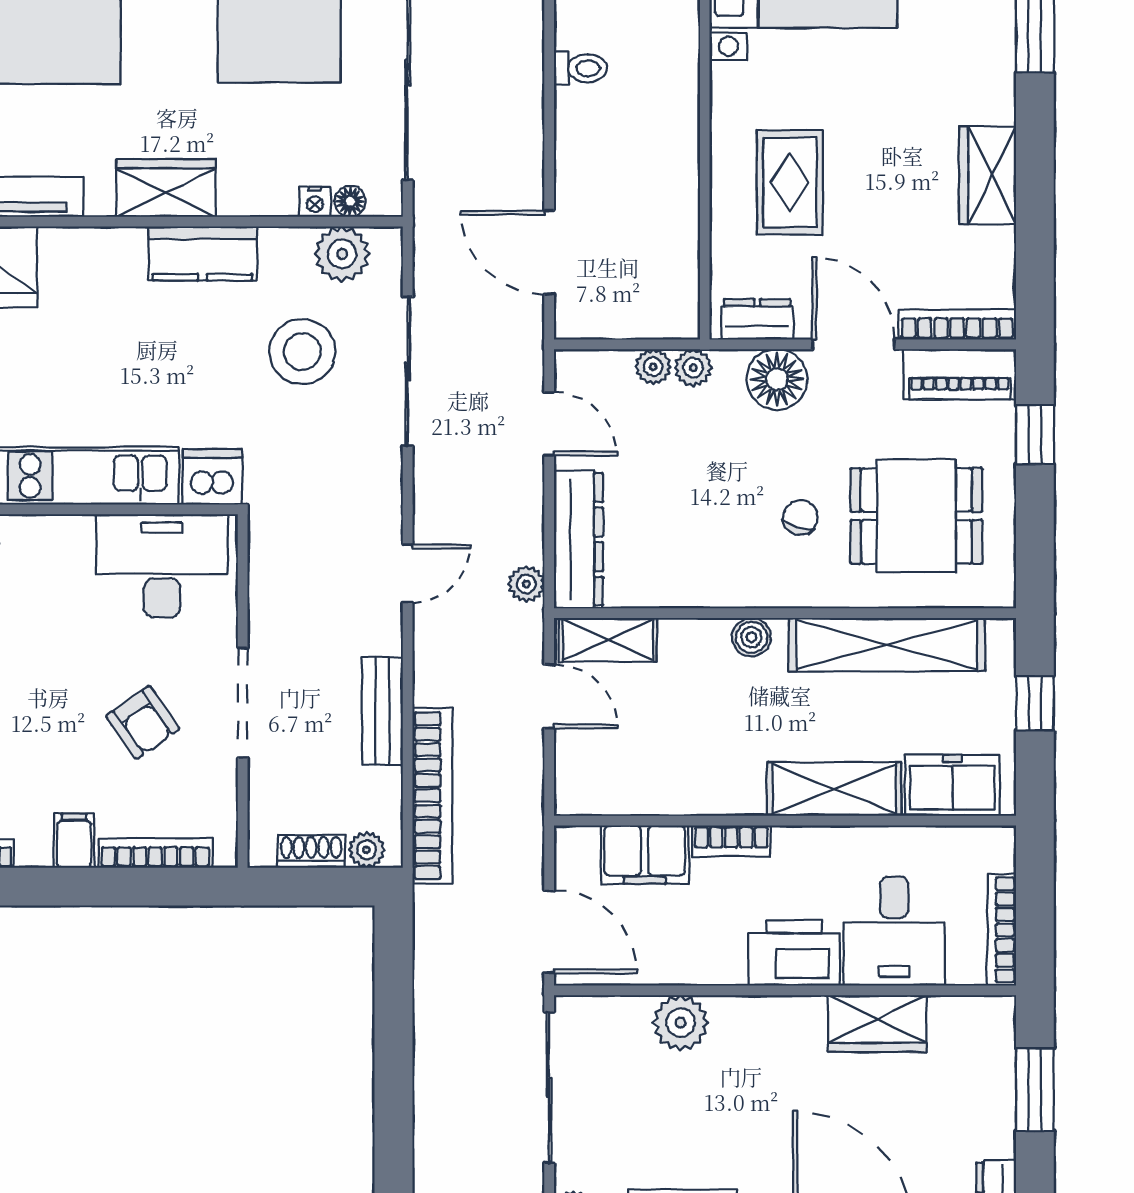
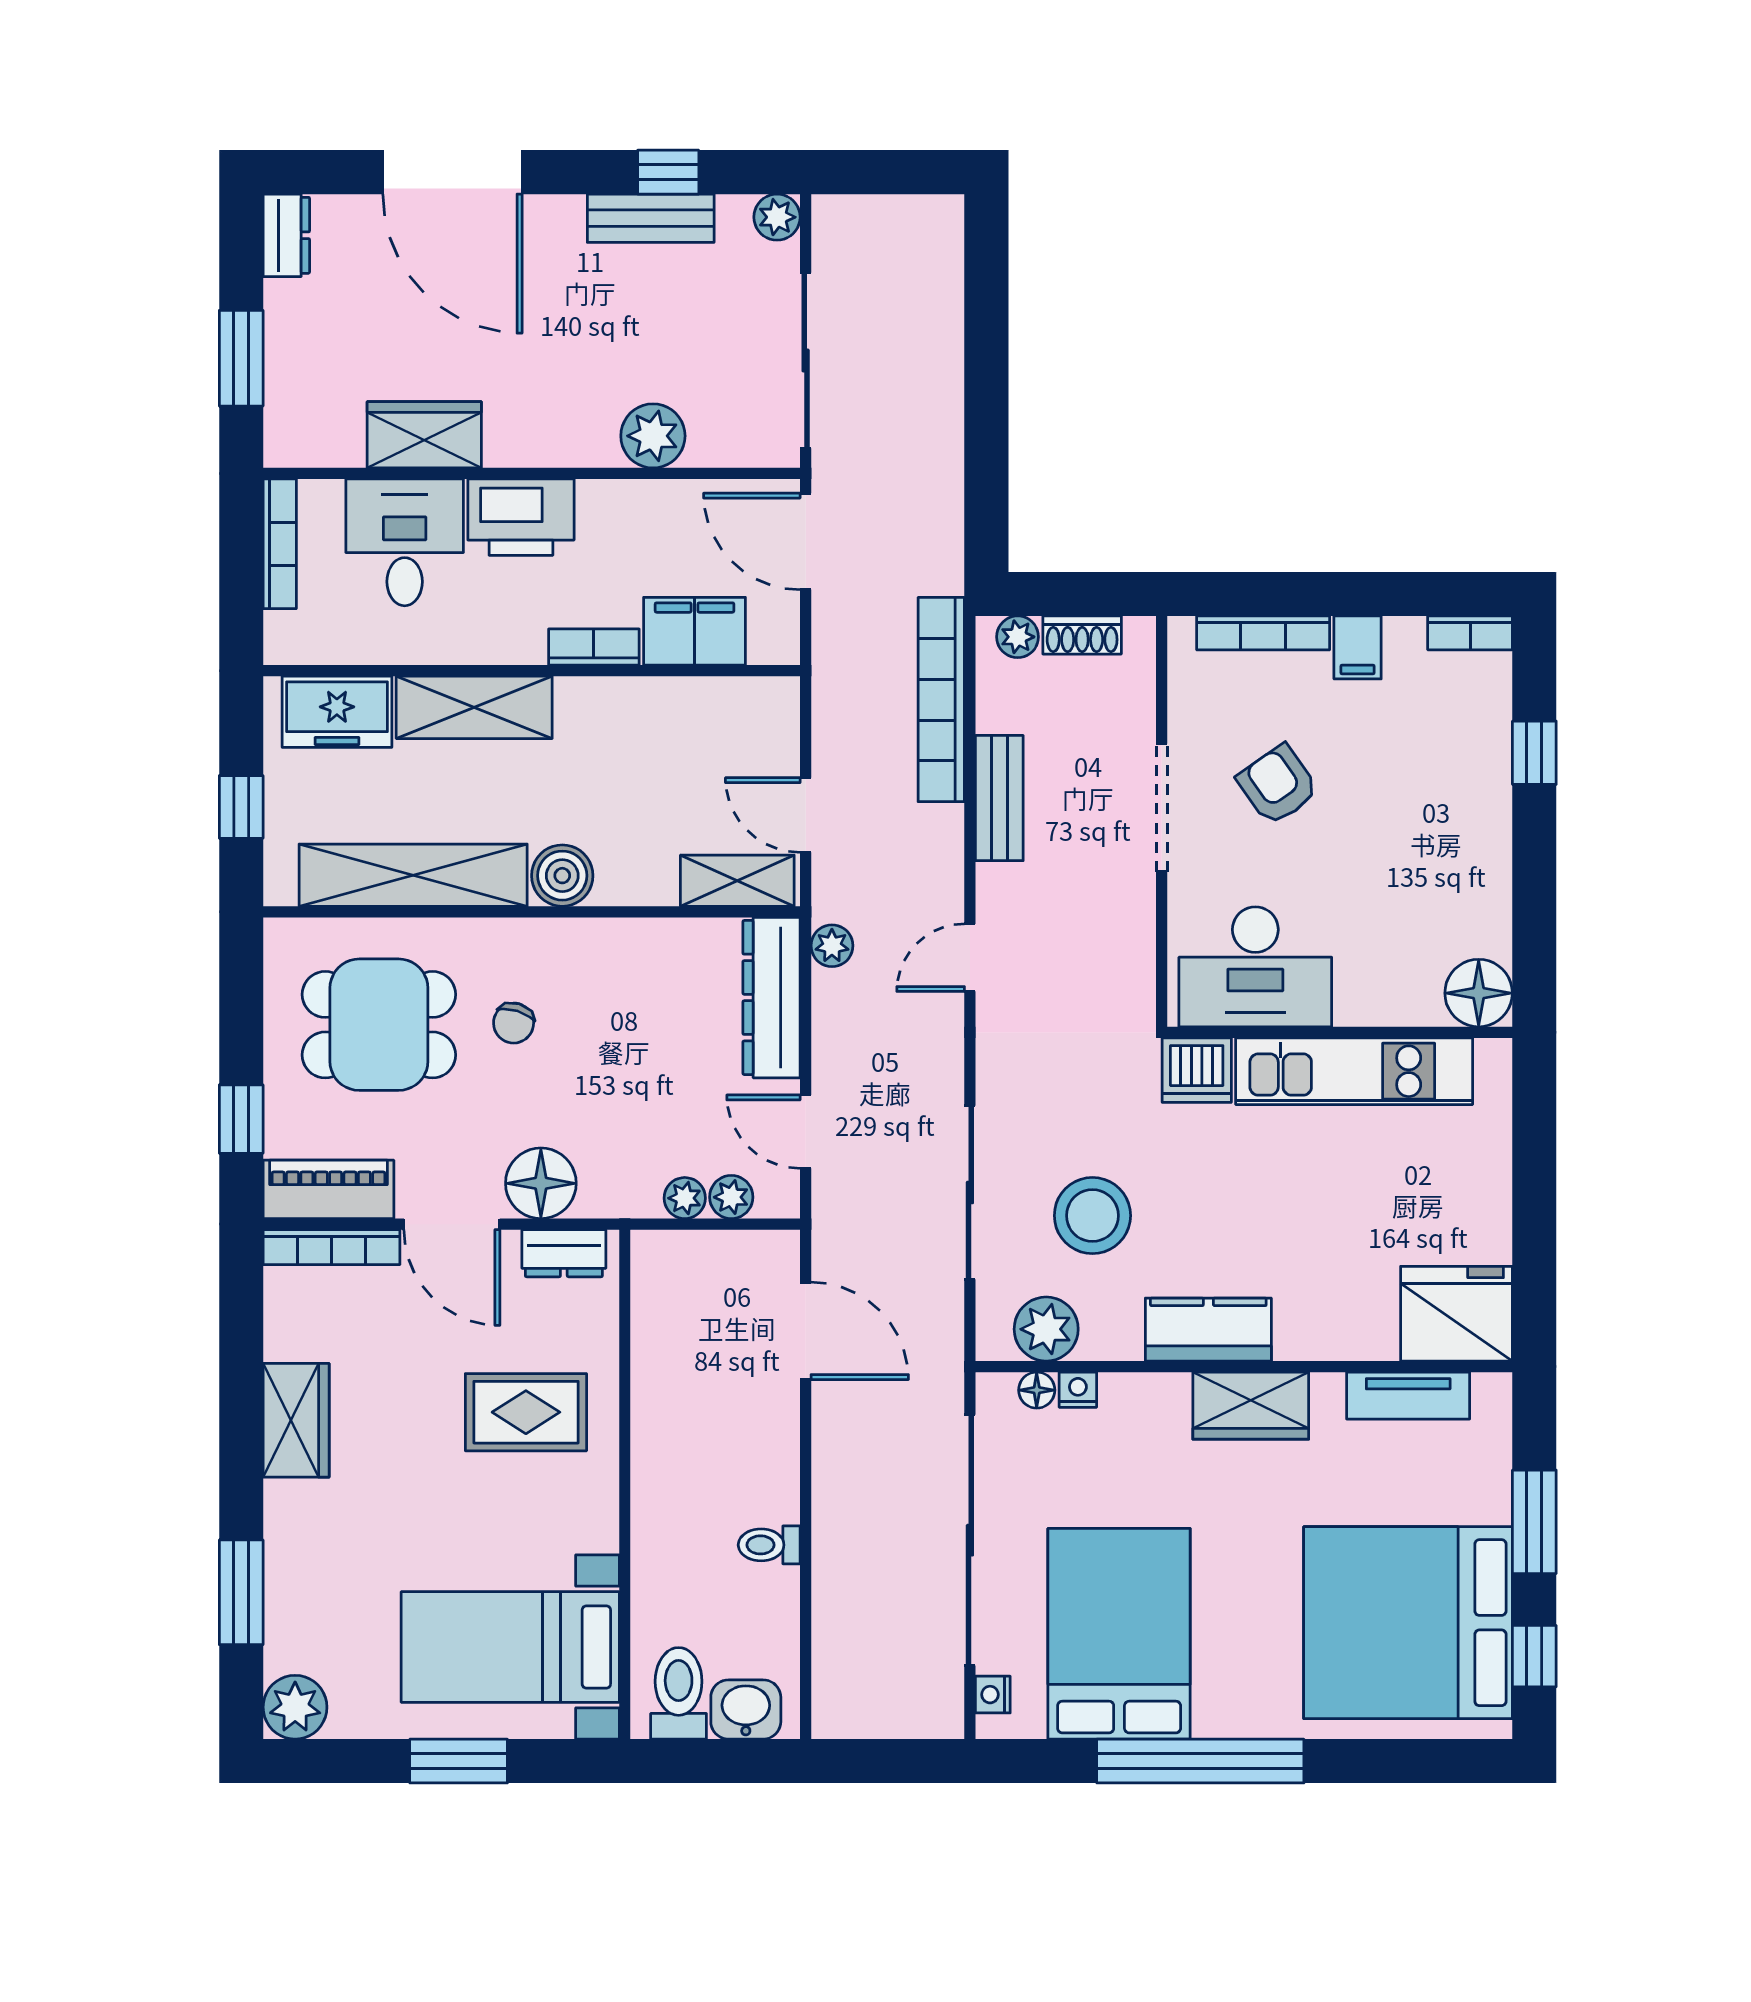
rug: (790, 182) -> (526, 1412), turned 90
plant: (693, 368) -> (731, 1197), moved
boiler: (751, 637) -> (562, 876), width x1.36, depth x1.36

